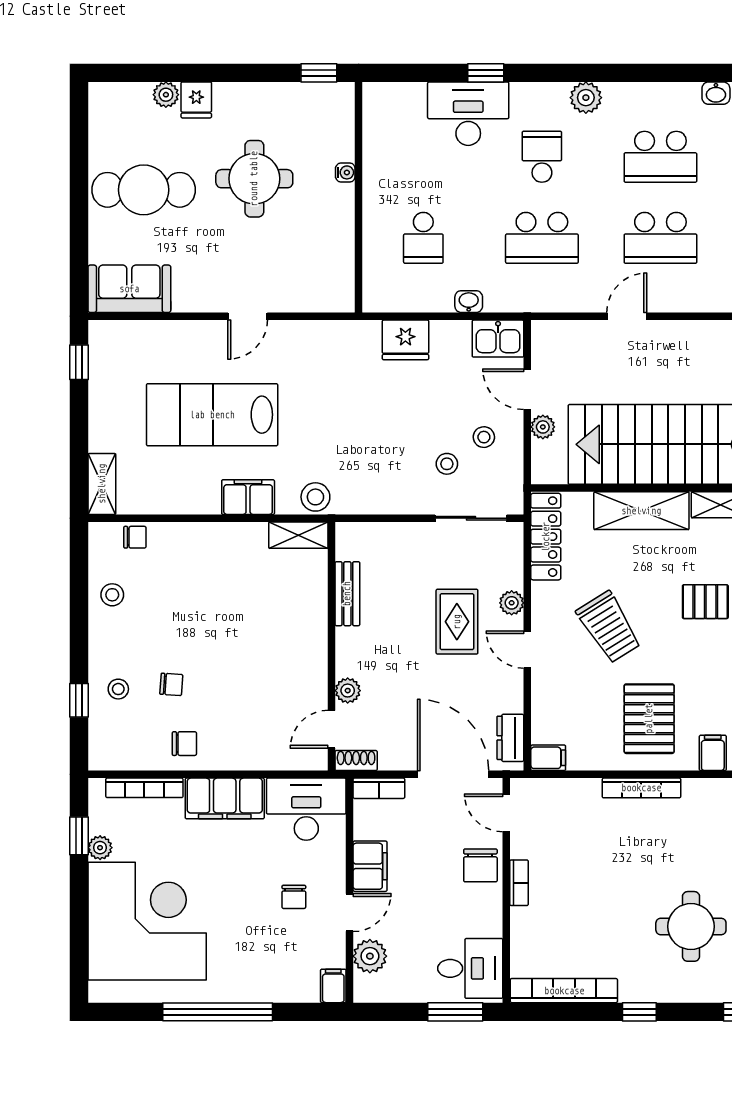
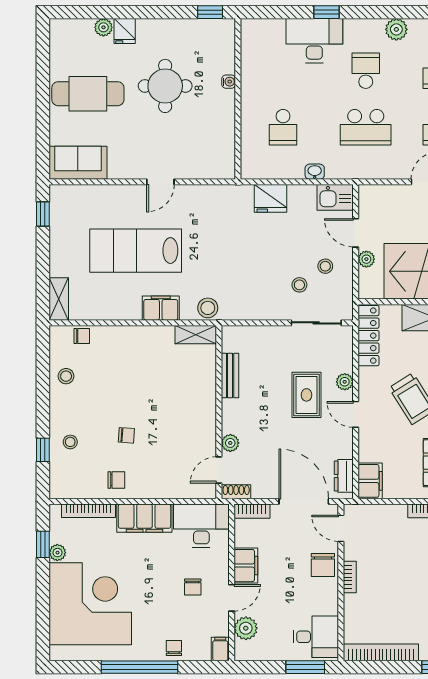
chair: (171, 684) -> (126, 435), moved
filing cabinet: (548, 758) -> (370, 481), width x2.00
chair: (267, 984) -> (174, 648), added

